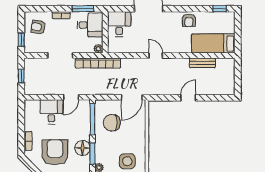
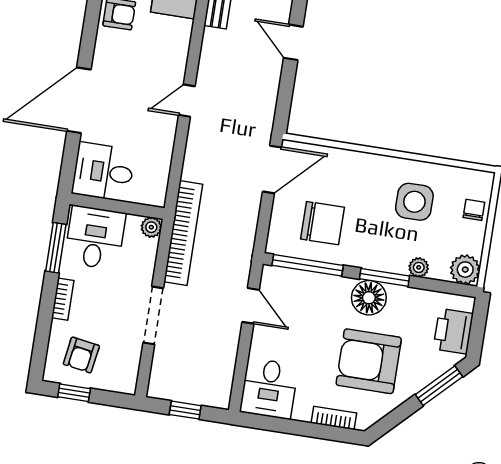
window: (21, 40) -> (74, 393), moved
door: (132, 97) -> (272, 169), hinge flipped
desk: (51, 112) -> (269, 388), moved, turned -90
chair: (112, 123) -> (322, 223), turned -90

